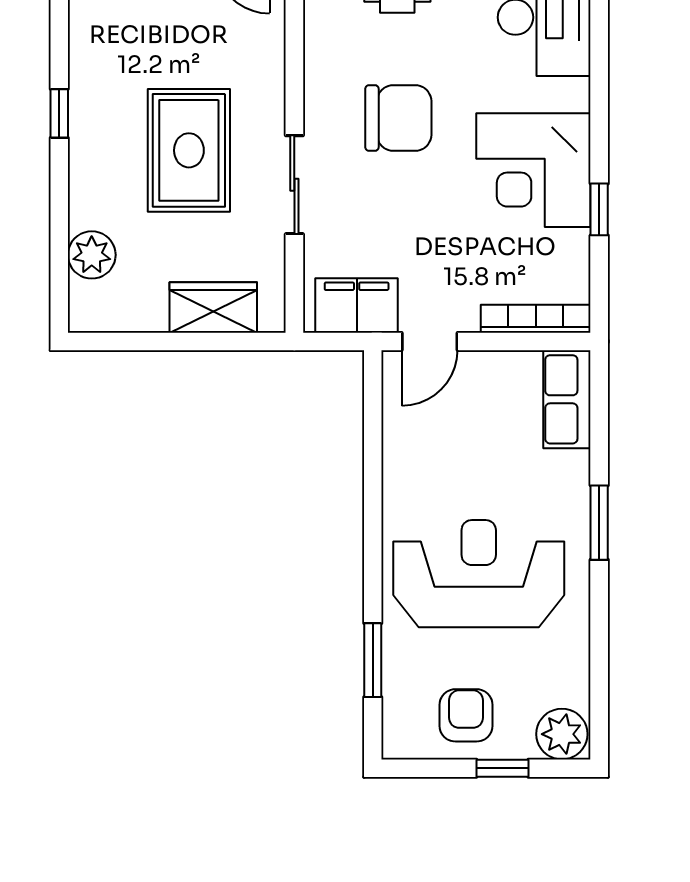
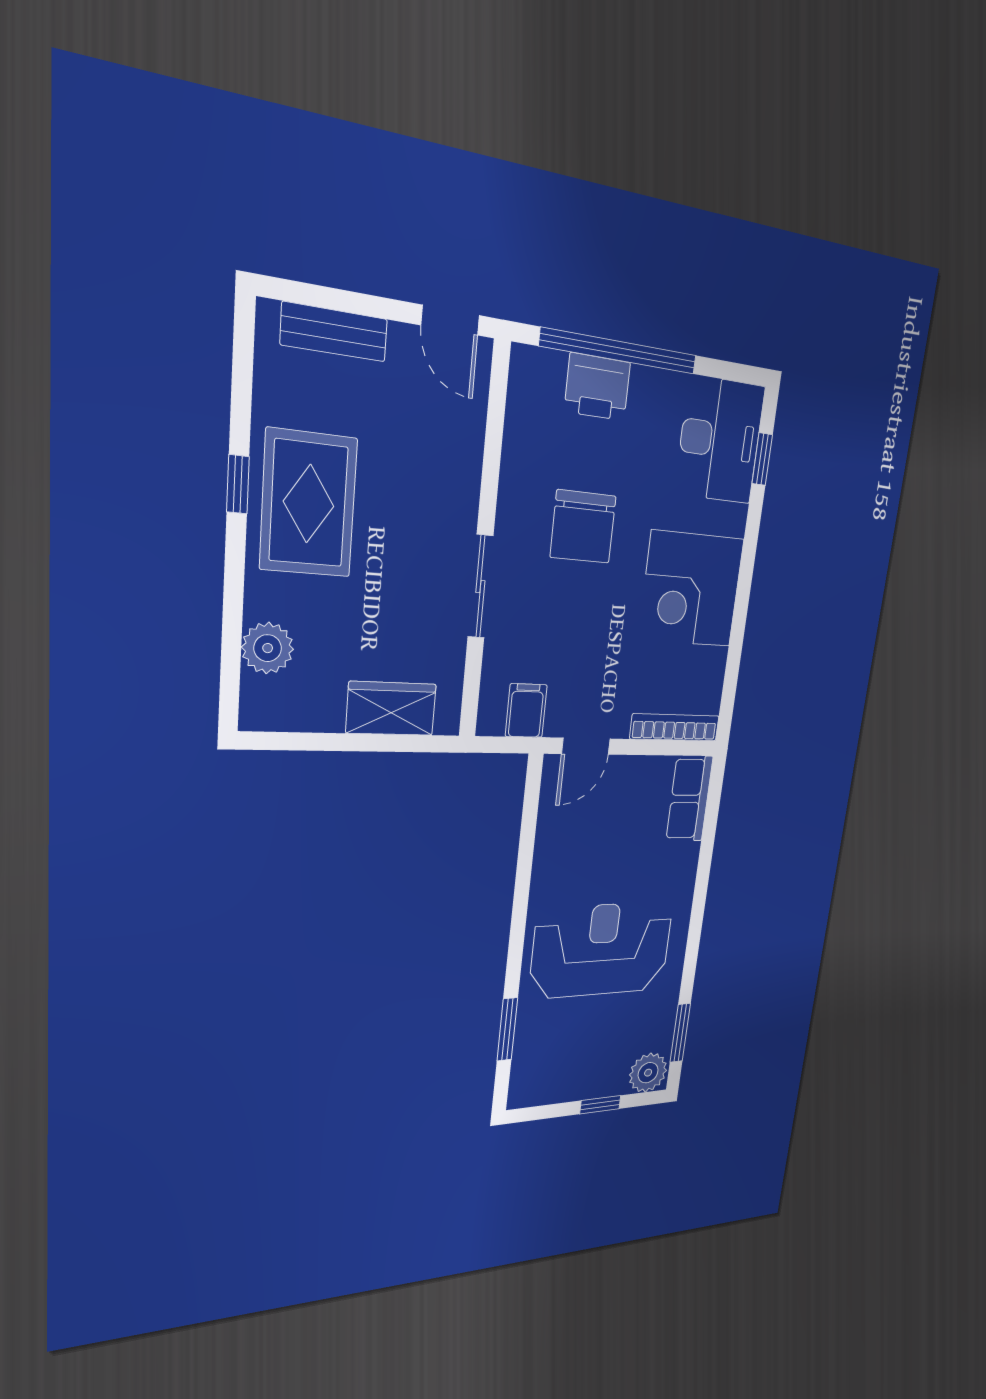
chair: (398, 118) -> (583, 527), turned 90
rug: (189, 150) -> (309, 504), moved
window: (599, 209) -> (762, 459), moved
filing cabinet: (357, 305) -> (526, 711), width x0.50
window: (599, 523) -> (680, 1033), moved
armchair: (466, 715) -> (577, 1067), removed

